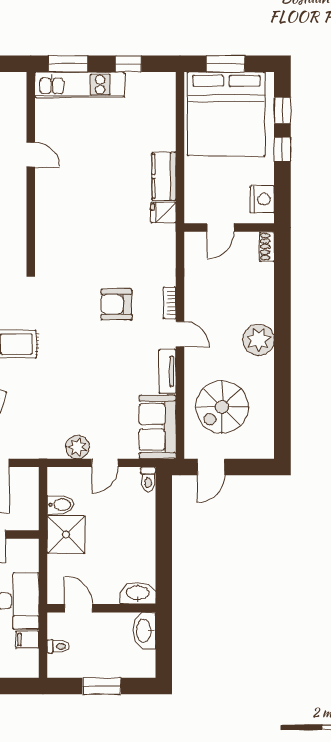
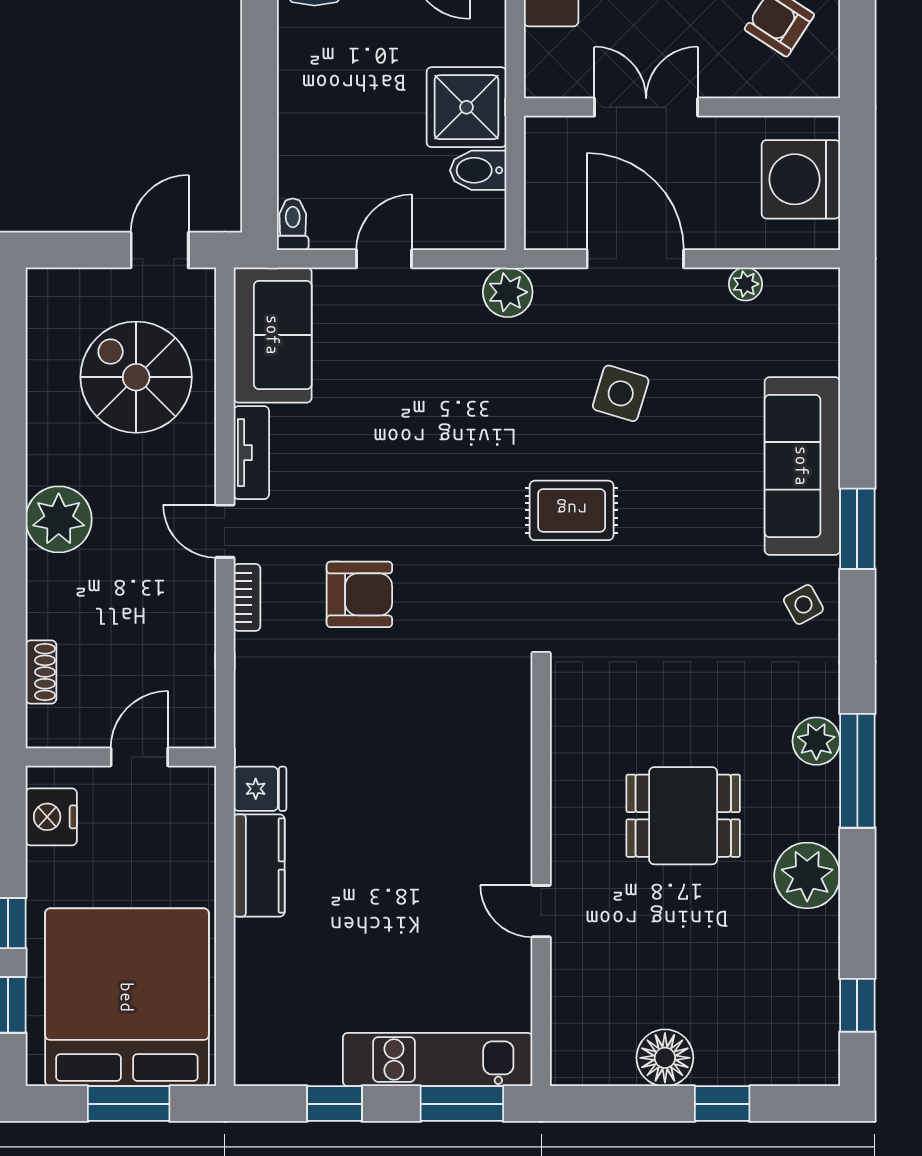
shoe rack: (267, 247) -> (41, 672), moved
spiral stairs: (222, 407) -> (136, 377), turned -90
plant: (78, 447) -> (508, 292), moved

